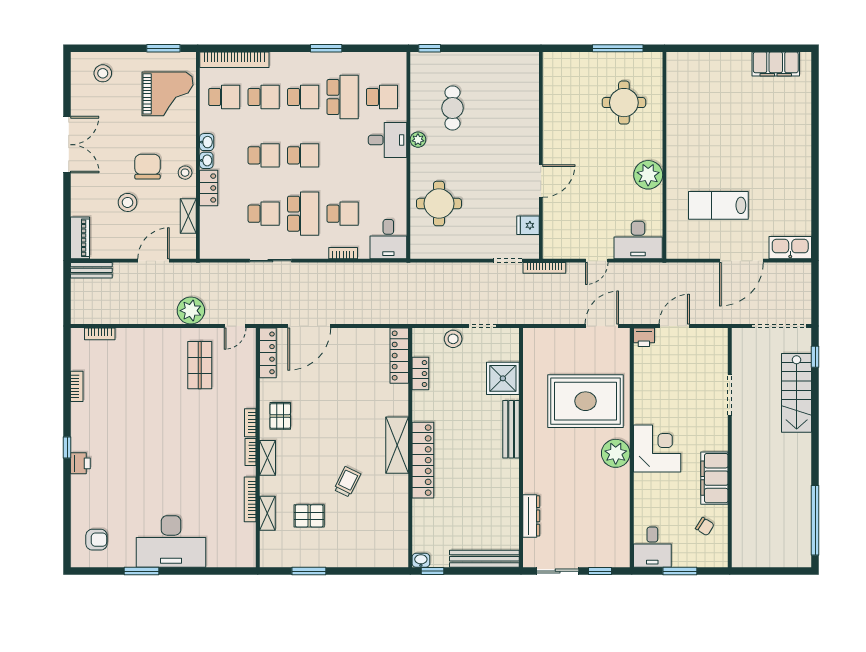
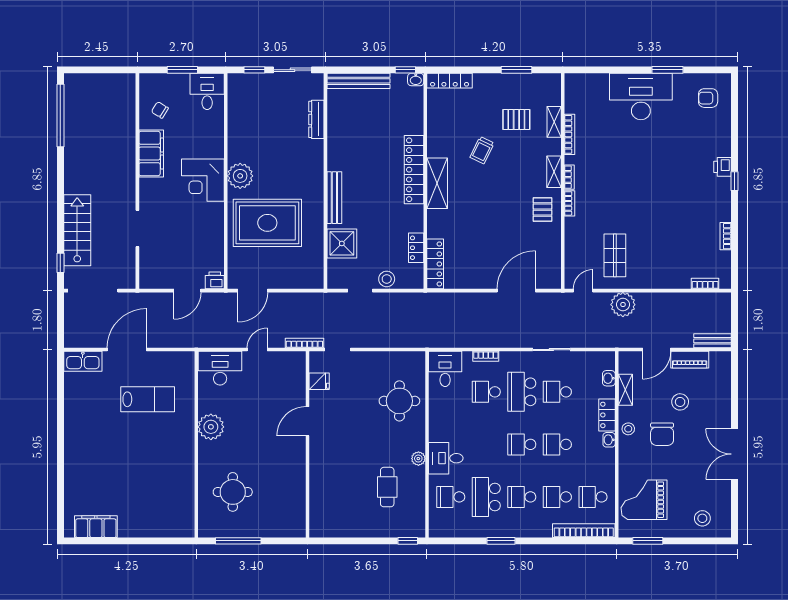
washbasin: (207, 142) -> (609, 378), moved
piano: (80, 238) -> (690, 360), moved, turned -90
locker: (268, 353) -> (450, 81), moved, turned -90

